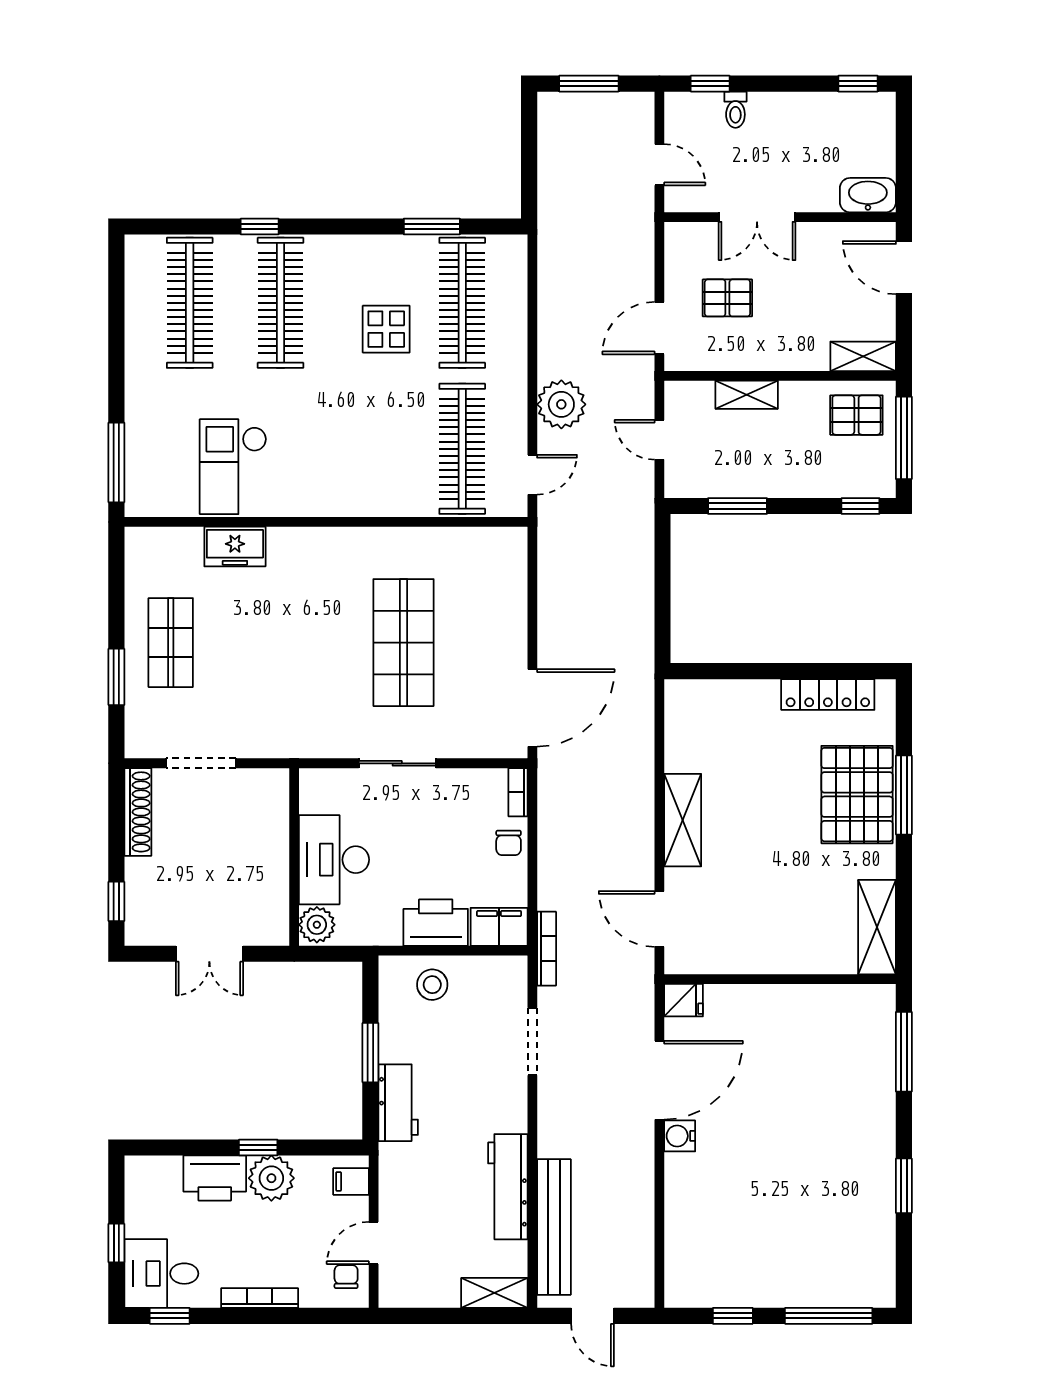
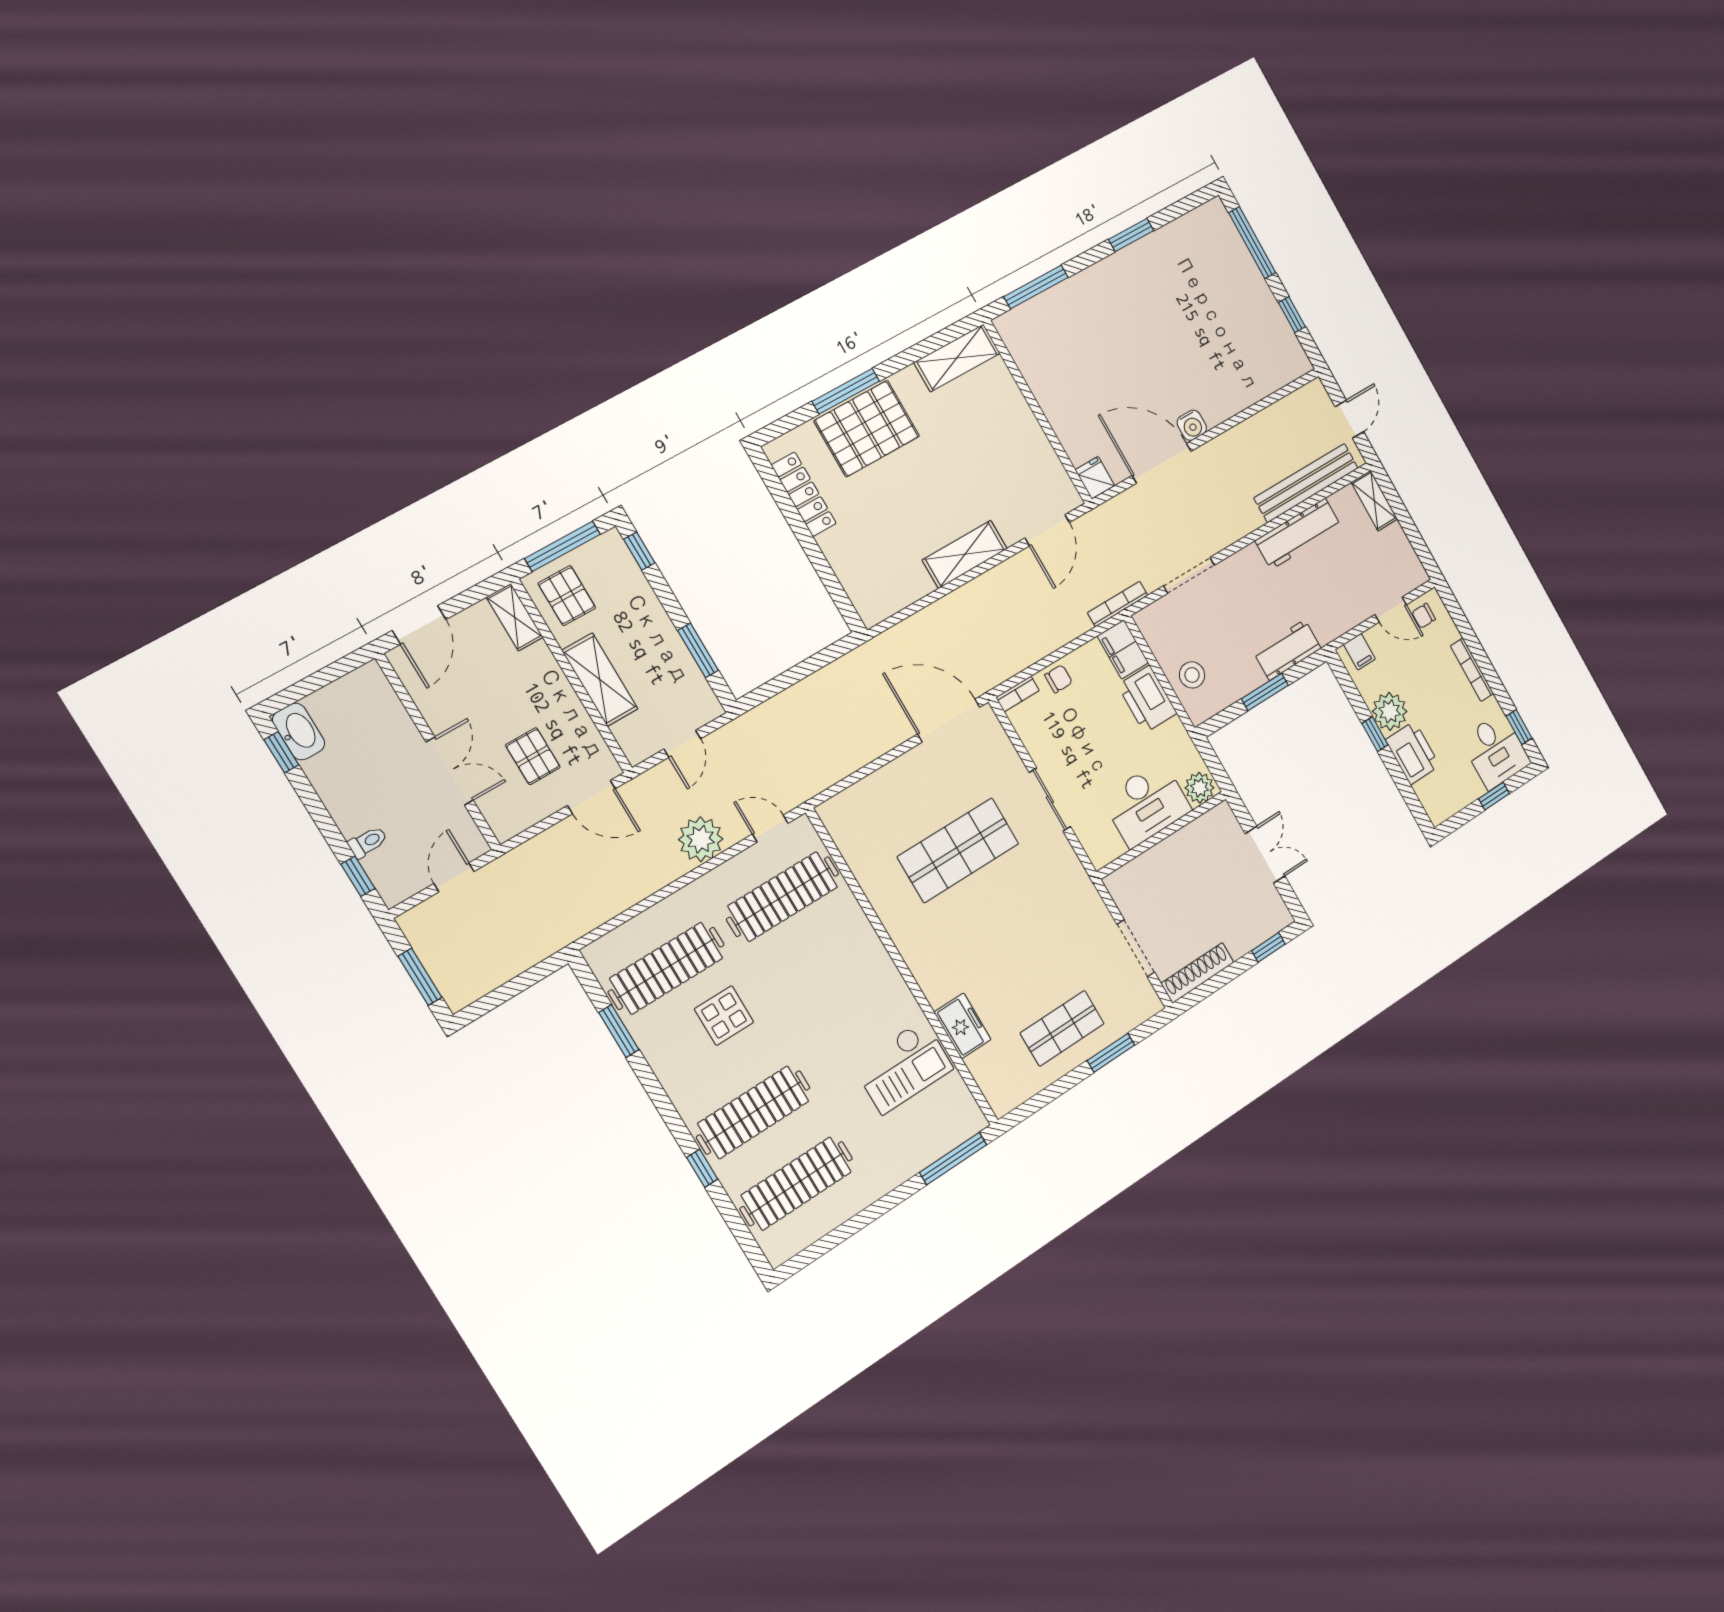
washbasin: (868, 195) -> (299, 732), moved, turned 180
shelving: (747, 395) -> (600, 680), width x1.50, depth x1.33

